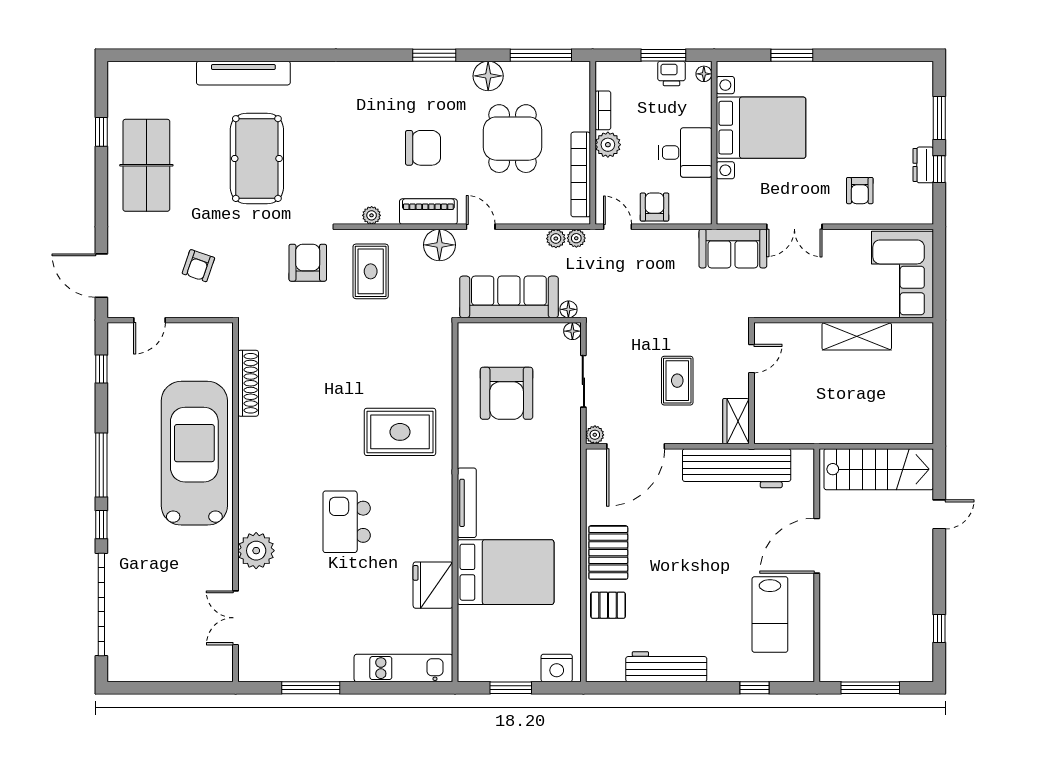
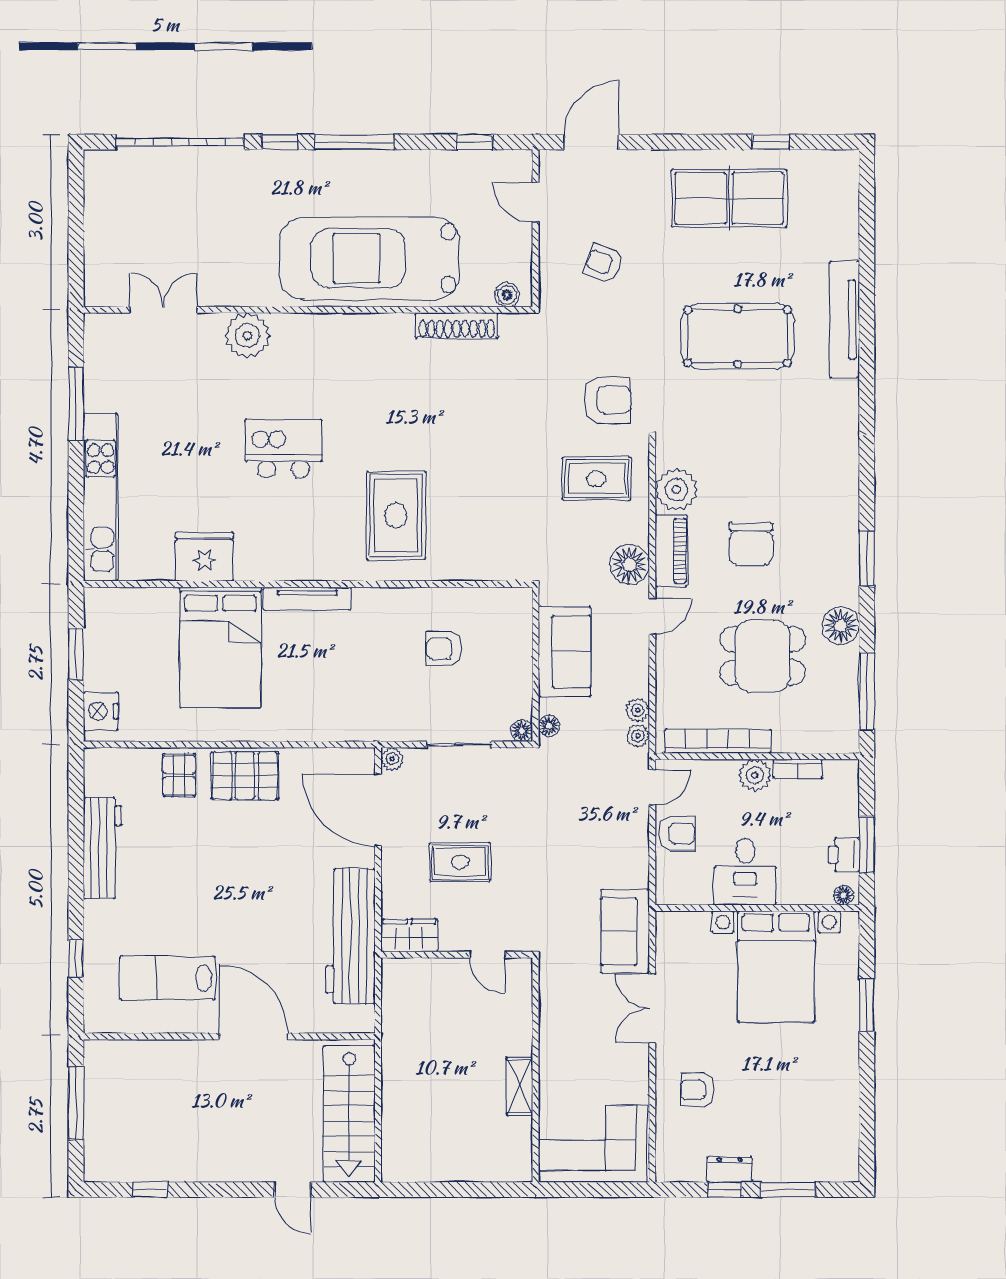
plant: (372, 215) -> (676, 490), width x1.88, depth x1.88
sofa: (509, 297) -> (565, 652), width x0.73
shelving: (857, 336) -> (520, 1086), width x0.67, depth x0.75
boiler: (223, 343) -> (507, 295), added
armchair: (507, 393) -> (444, 649), width x0.53, depth x0.53
car: (194, 453) -> (369, 258), turned 180
kitchen unit: (403, 668) -> (101, 497), width x1.36

